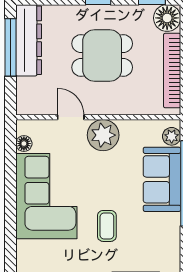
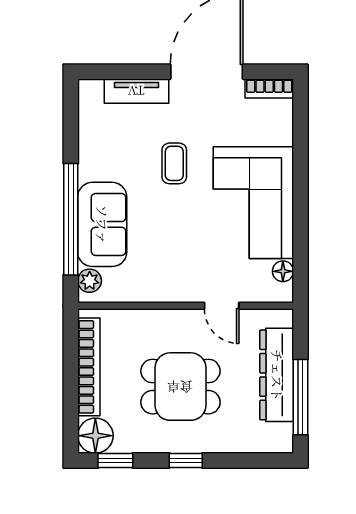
dresser: (29, 40) -> (277, 375), moved
plant: (103, 135) -> (179, 282), removed

